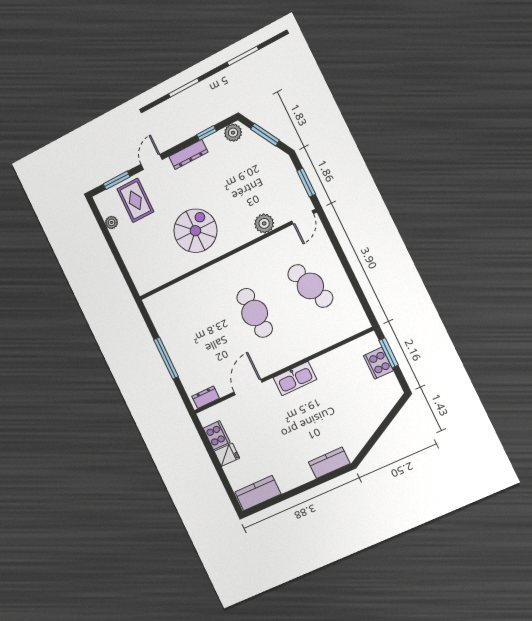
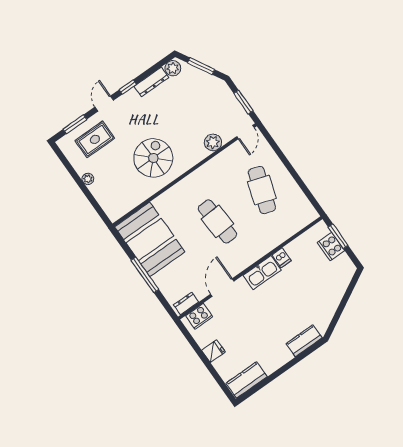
window: (207, 133) -> (128, 87), moved
dresser: (188, 154) -> (151, 82), moved
rug: (135, 200) -> (95, 139), turned 90
plant: (112, 222) -> (88, 179), moved
cafe table: (310, 286) -> (262, 190), turned 39
booth: (177, 320) -> (150, 239), added
dishwasher: (320, 366) -> (282, 258), added
cooker: (217, 435) -> (199, 316), moved, turned 90

